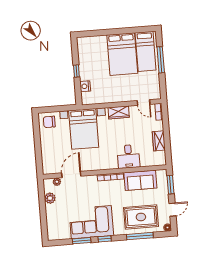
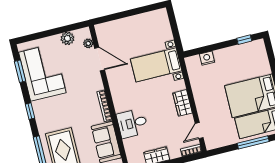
window: (76, 71) -> (244, 40), moved
chair: (49, 122) -> (158, 23), removed
bed with nightstands: (84, 129) -> (156, 65), width x0.73
corner sofa: (91, 222) -> (42, 72), moved
window: (82, 241) -> (20, 71), moved

